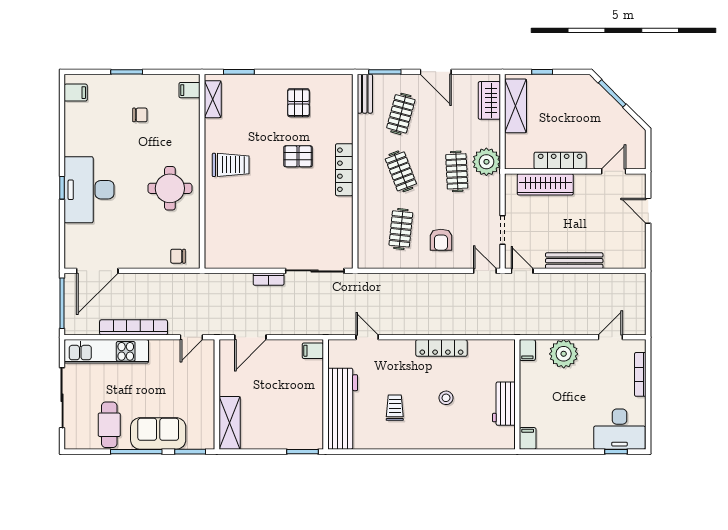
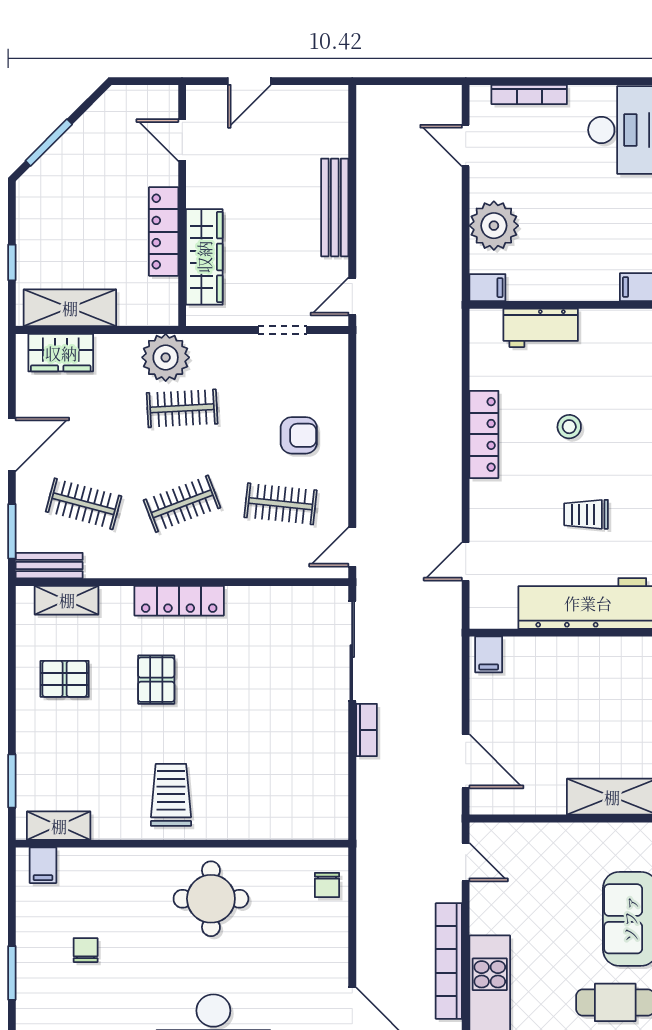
shelving: (344, 104) -> (67, 600), added
door: (485, 271) -> (352, 547), moved
workbench: (504, 404) -> (541, 328), moved

